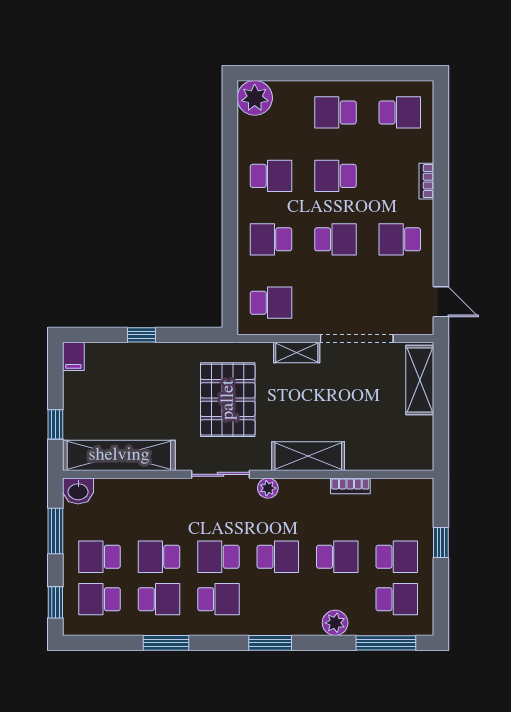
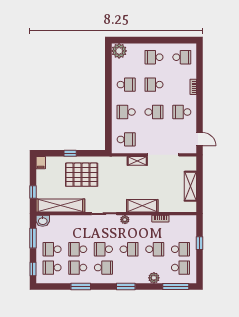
shelving: (420, 380) -> (190, 186), moved
pallet: (228, 400) -> (82, 175), moved, turned 90
school desk: (159, 599) -> (78, 268), turned 180

